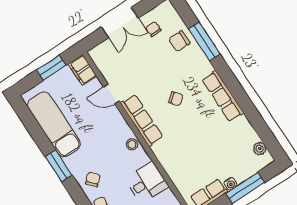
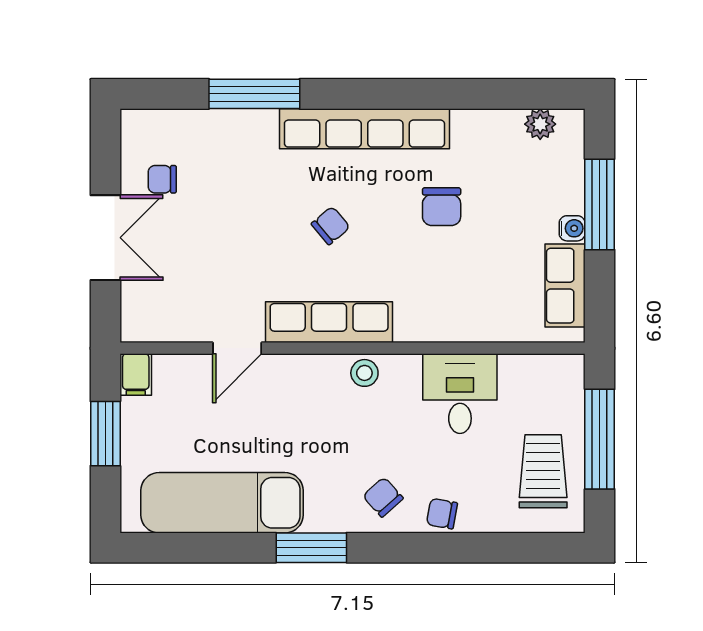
chair: (179, 41) -> (442, 207), moved
filing cabinet: (82, 70) -> (136, 374), width x0.50
row of seats: (223, 96) -> (364, 129), width x1.36

